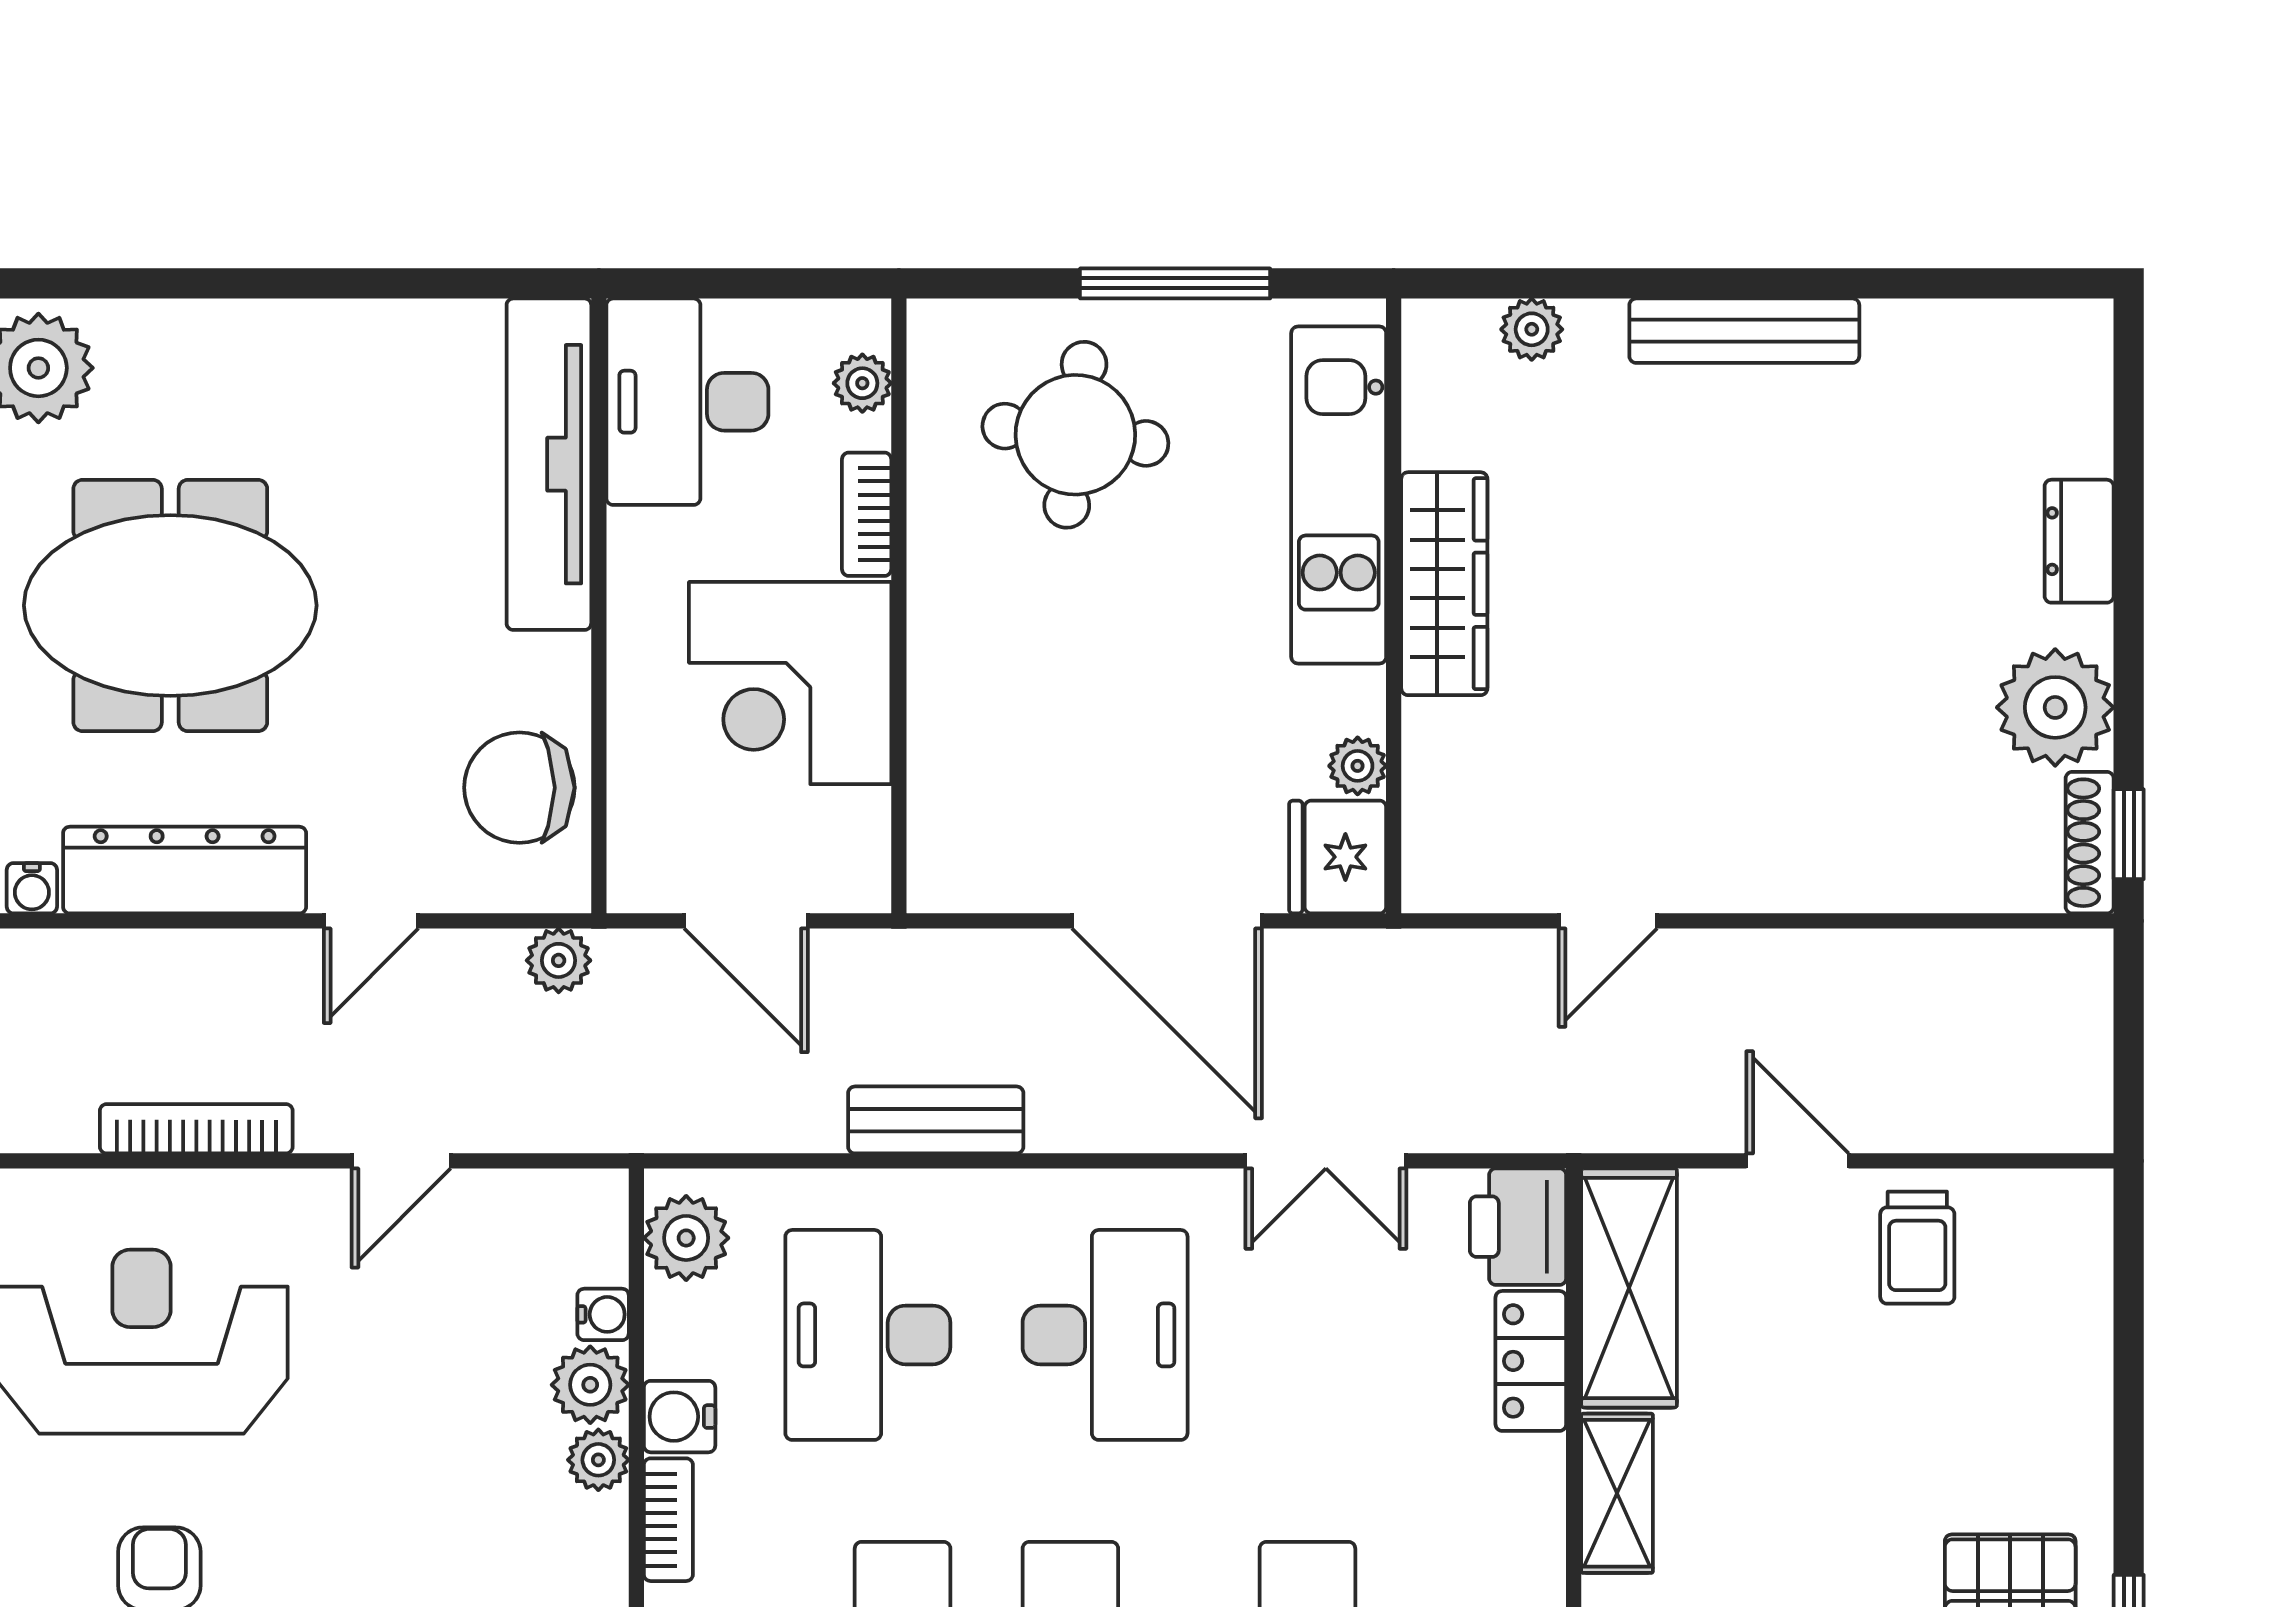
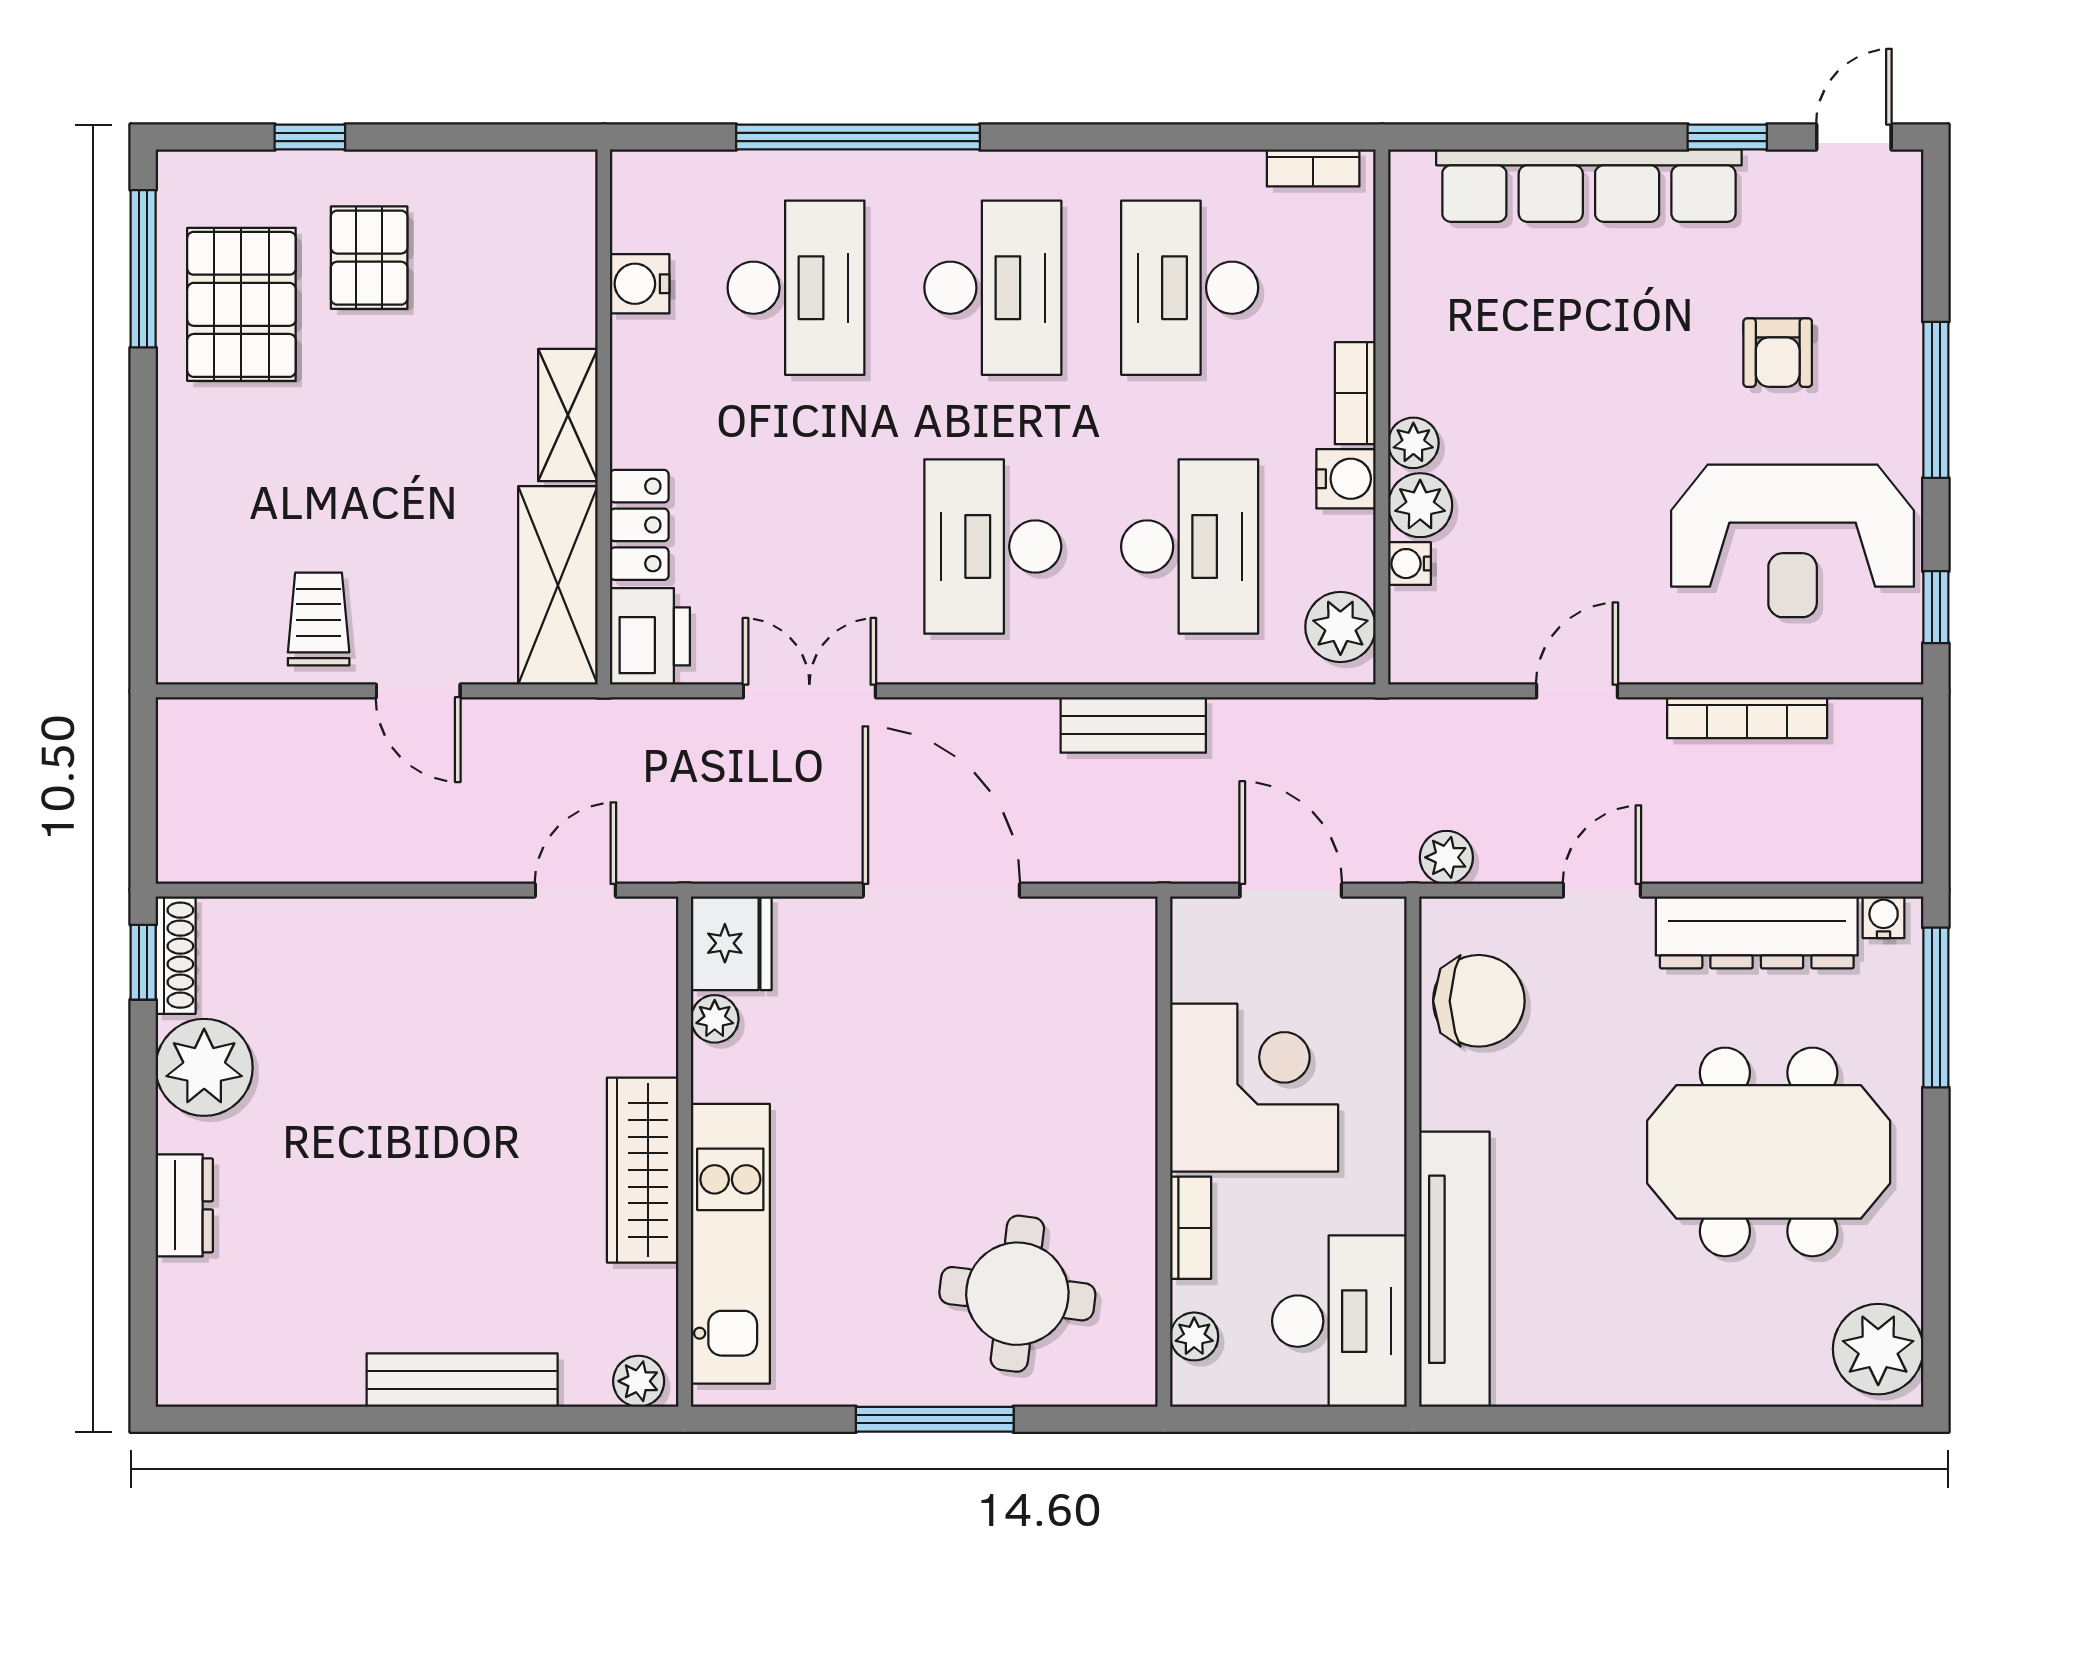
kitchen unit: (1339, 495) -> (730, 1244), moved
wardrobe: (1444, 584) -> (643, 1170), moved
wall: (1394, 606) -> (685, 1152), moved
plant: (1358, 766) -> (715, 1019), moved
fridge: (1338, 857) -> (731, 943), moved

